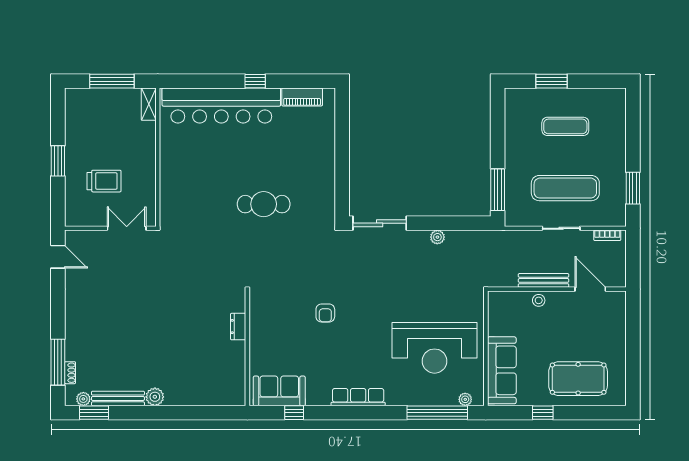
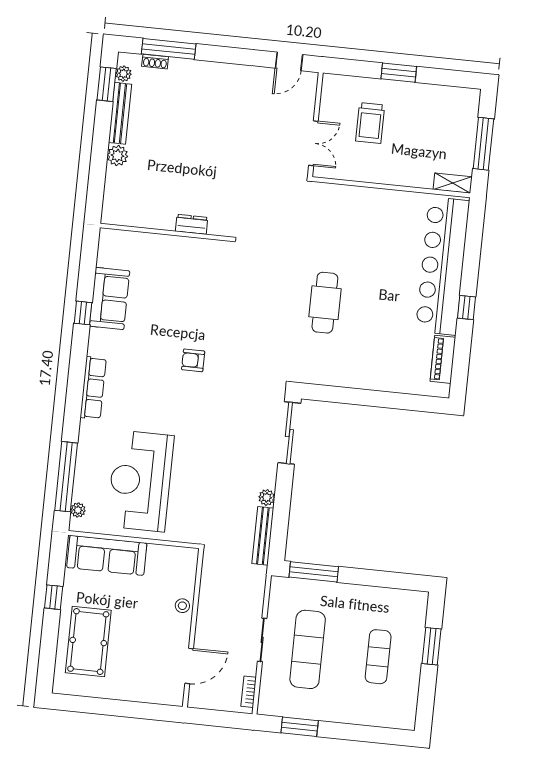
bench: (544, 280) -> (263, 536), moved
dresser: (238, 327) -> (192, 224), moved
wall: (247, 348) -> (166, 232), moved

